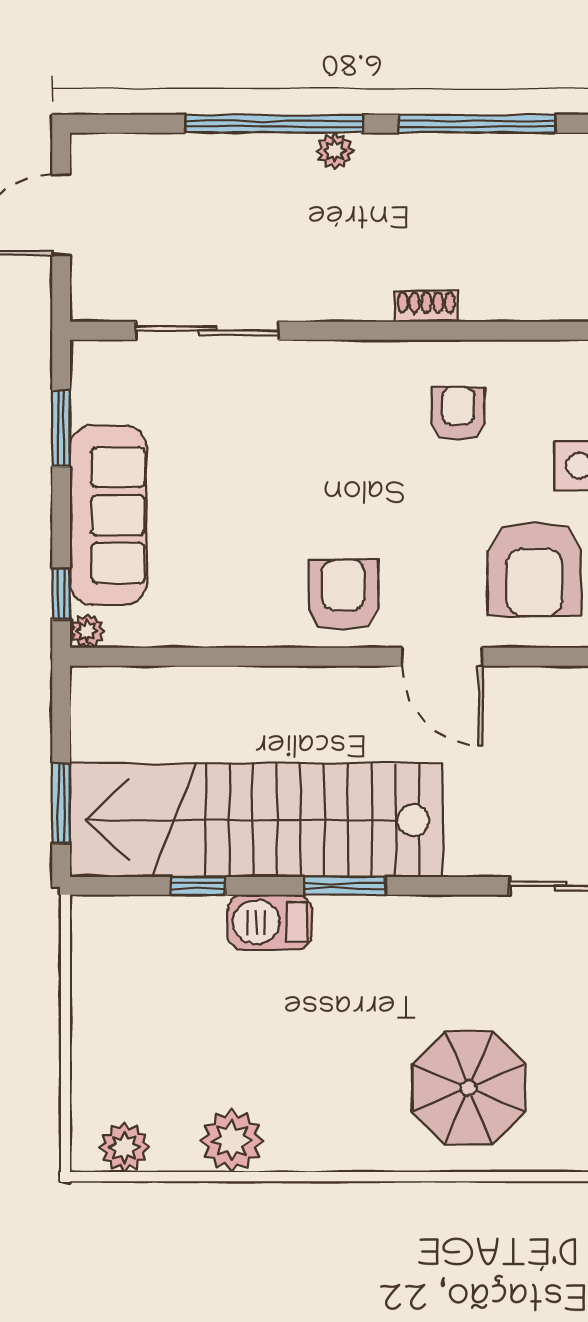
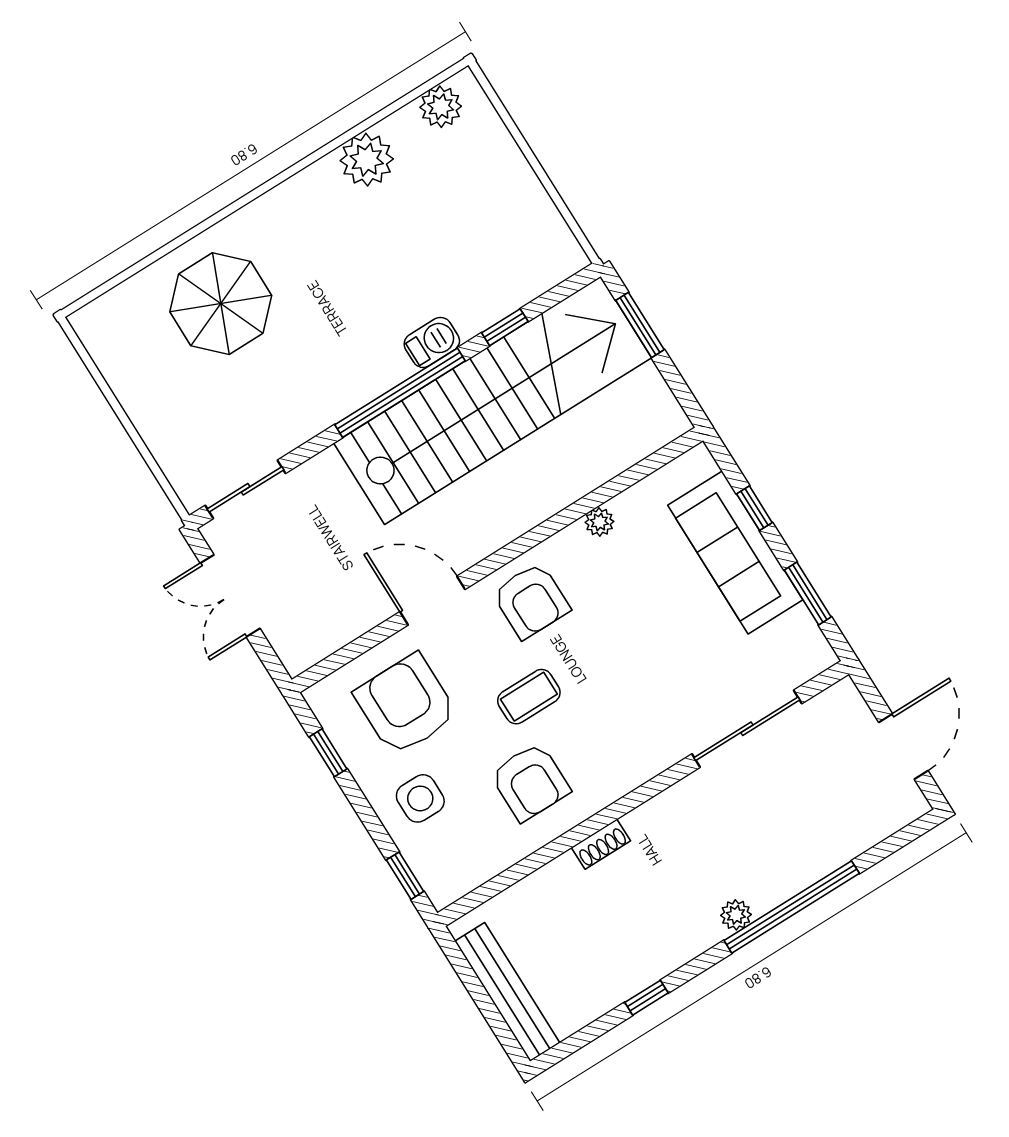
window: (477, 124) -> (646, 998), width x0.32
armchair: (458, 413) -> (530, 782), width x1.38, depth x1.38
coffee table: (406, 500) -> (529, 697), added
window: (61, 594) -> (754, 508), moved
plant: (87, 631) -> (599, 522), moved
window: (345, 886) -> (400, 393), width x2.11
barbecue: (270, 922) -> (432, 342), width x0.73, depth x0.79

